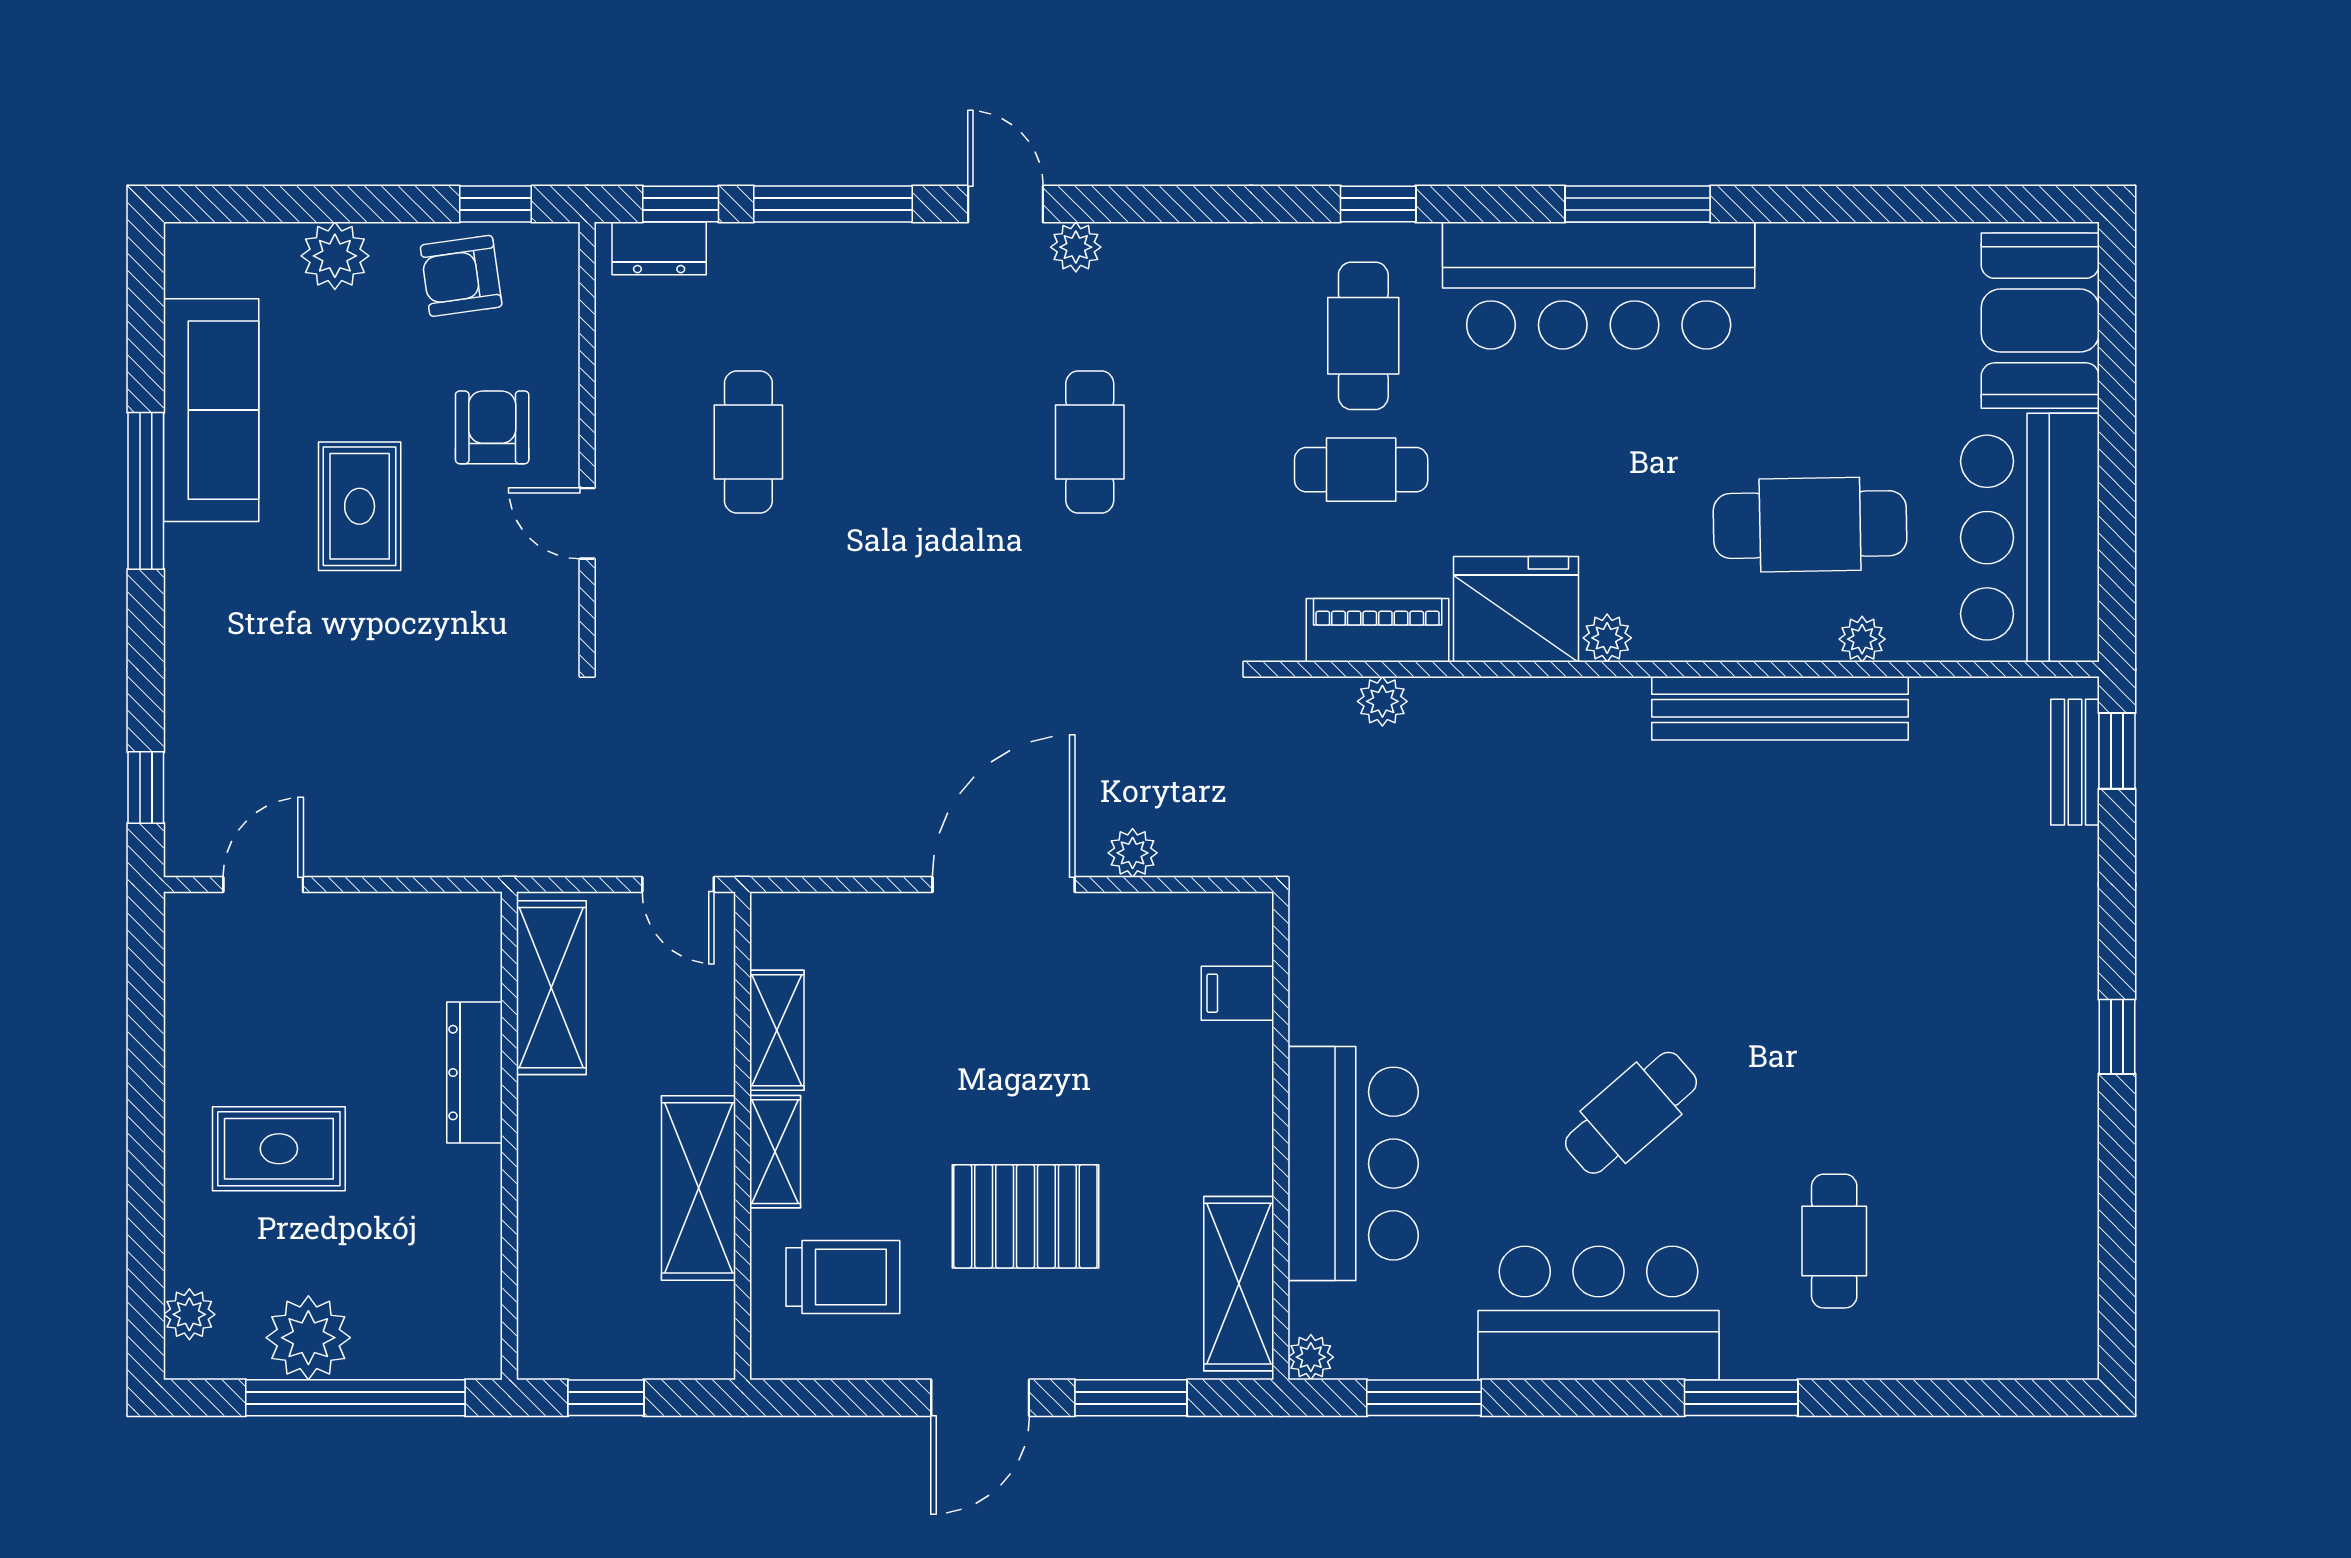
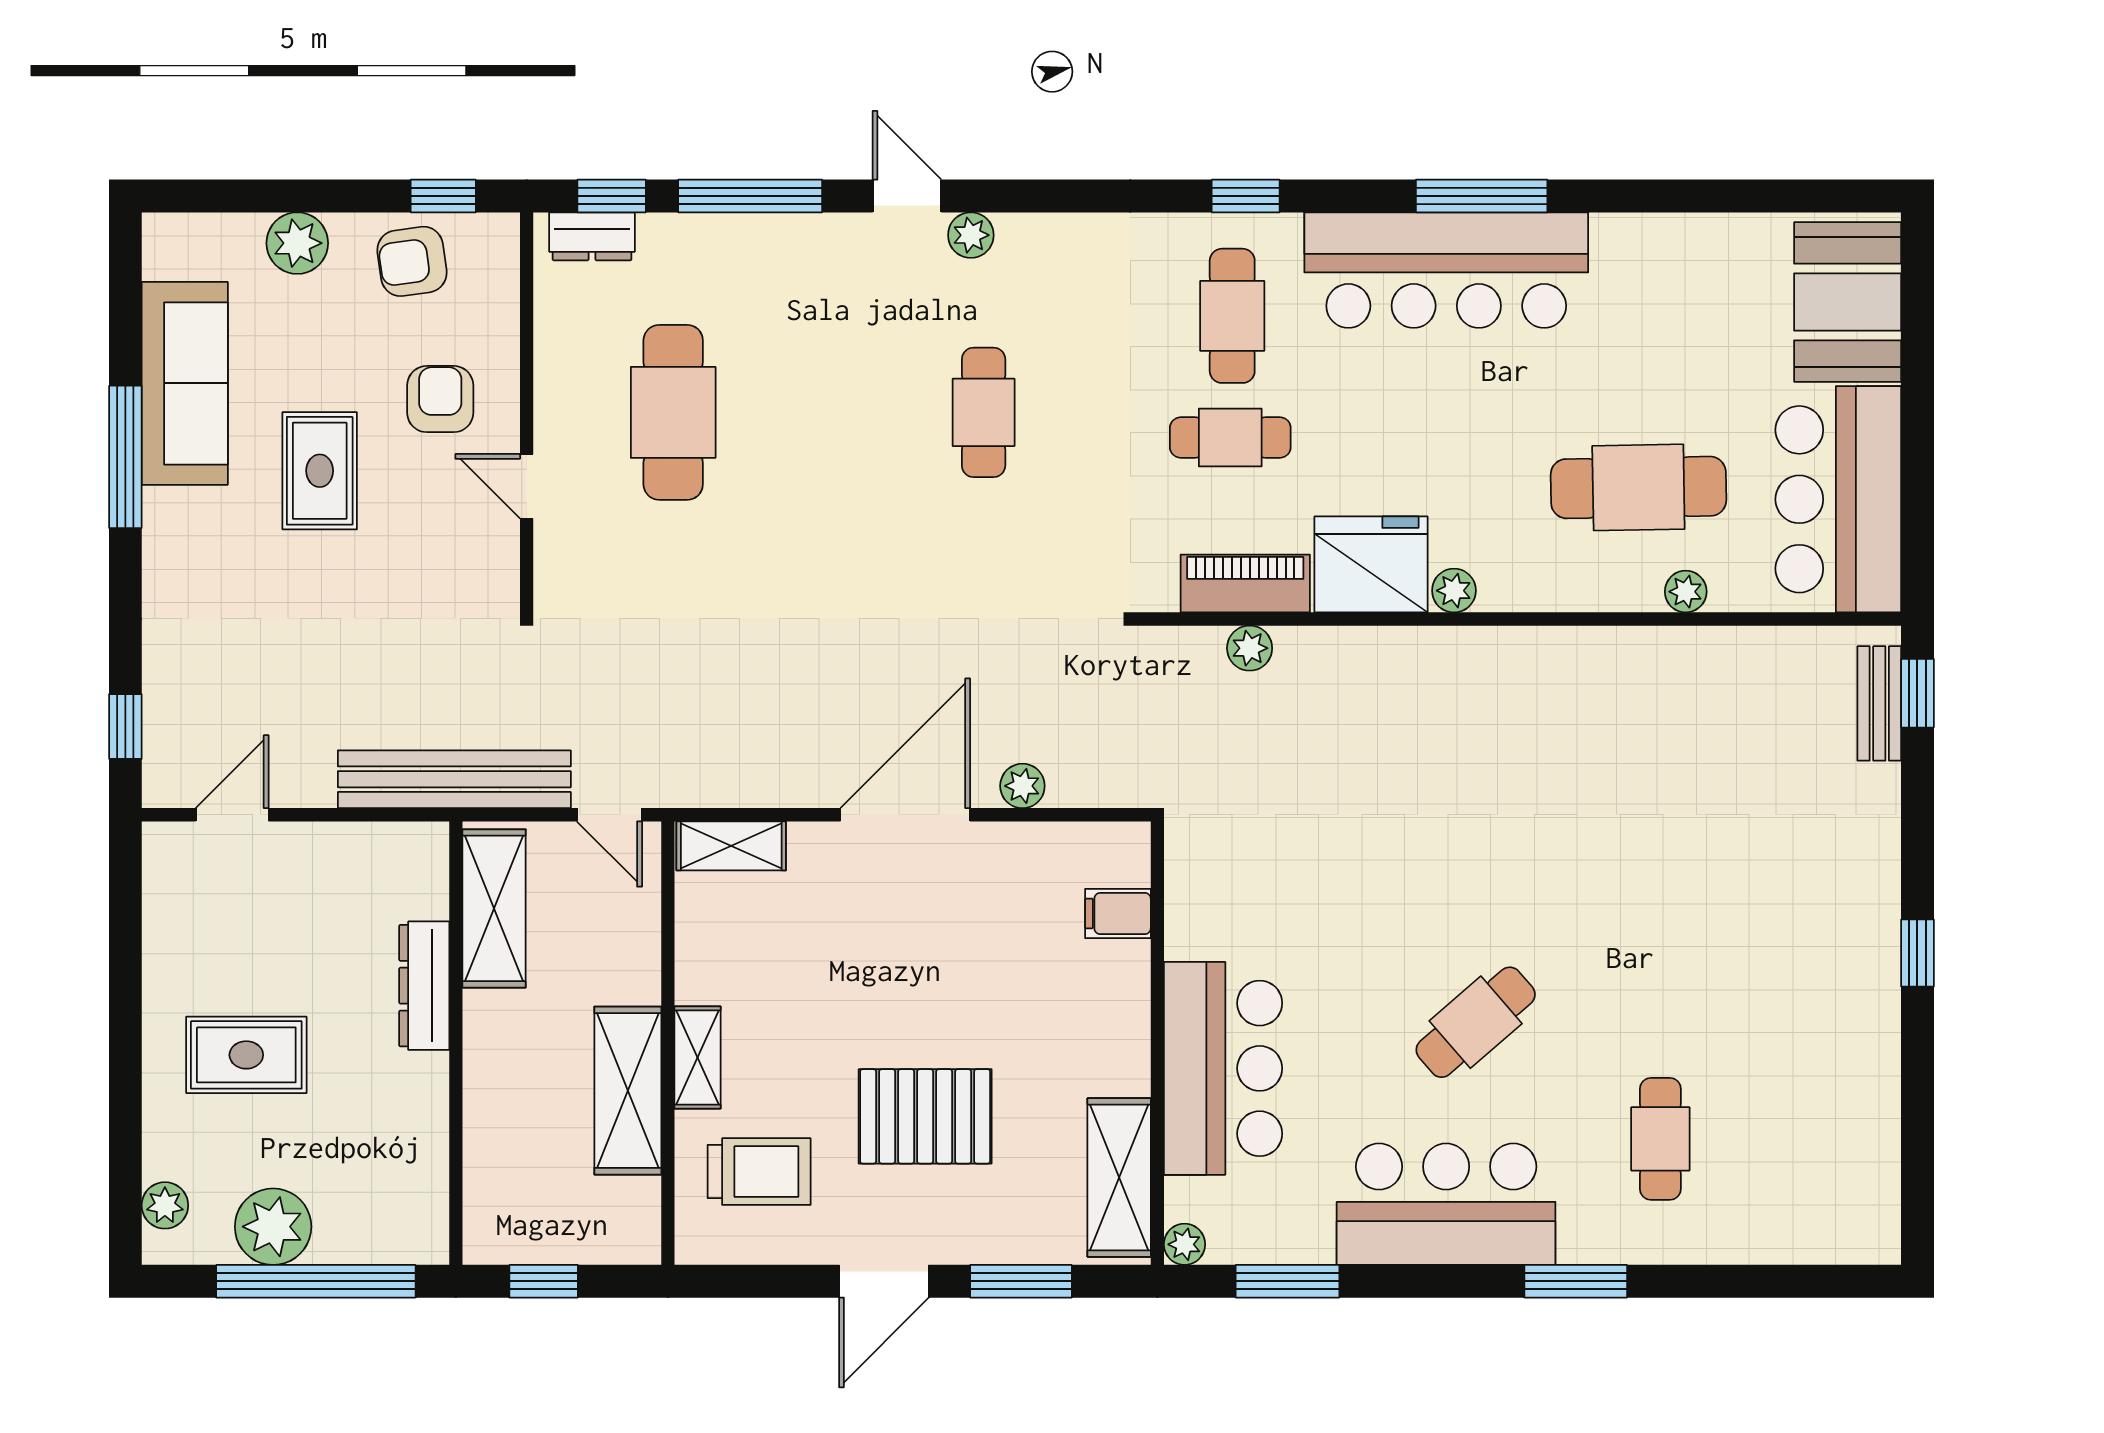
cafe table: (748, 442) -> (673, 412), width x1.37, depth x1.35
bench: (1780, 708) -> (454, 779), moved
shelving: (777, 1030) -> (731, 846), moved, turned 90

